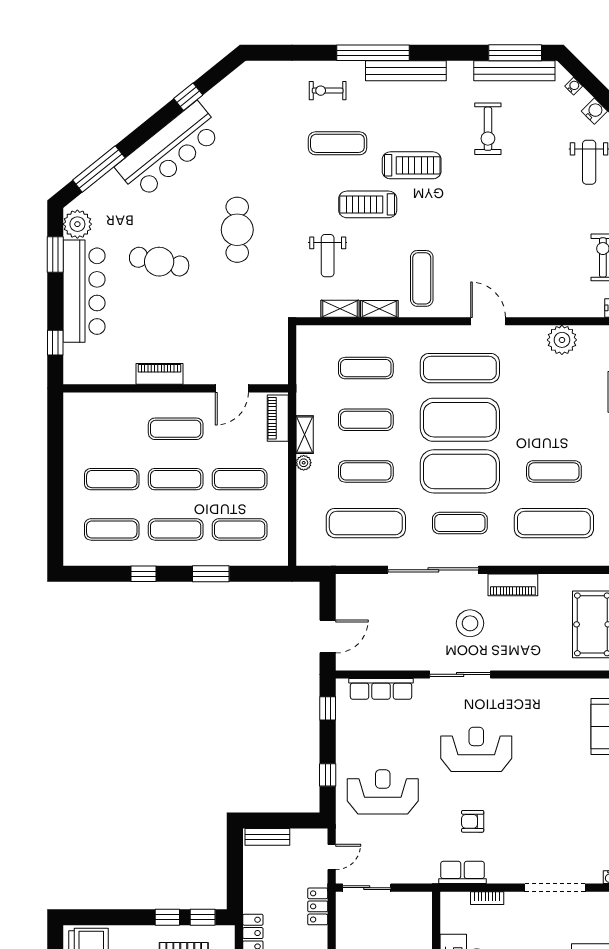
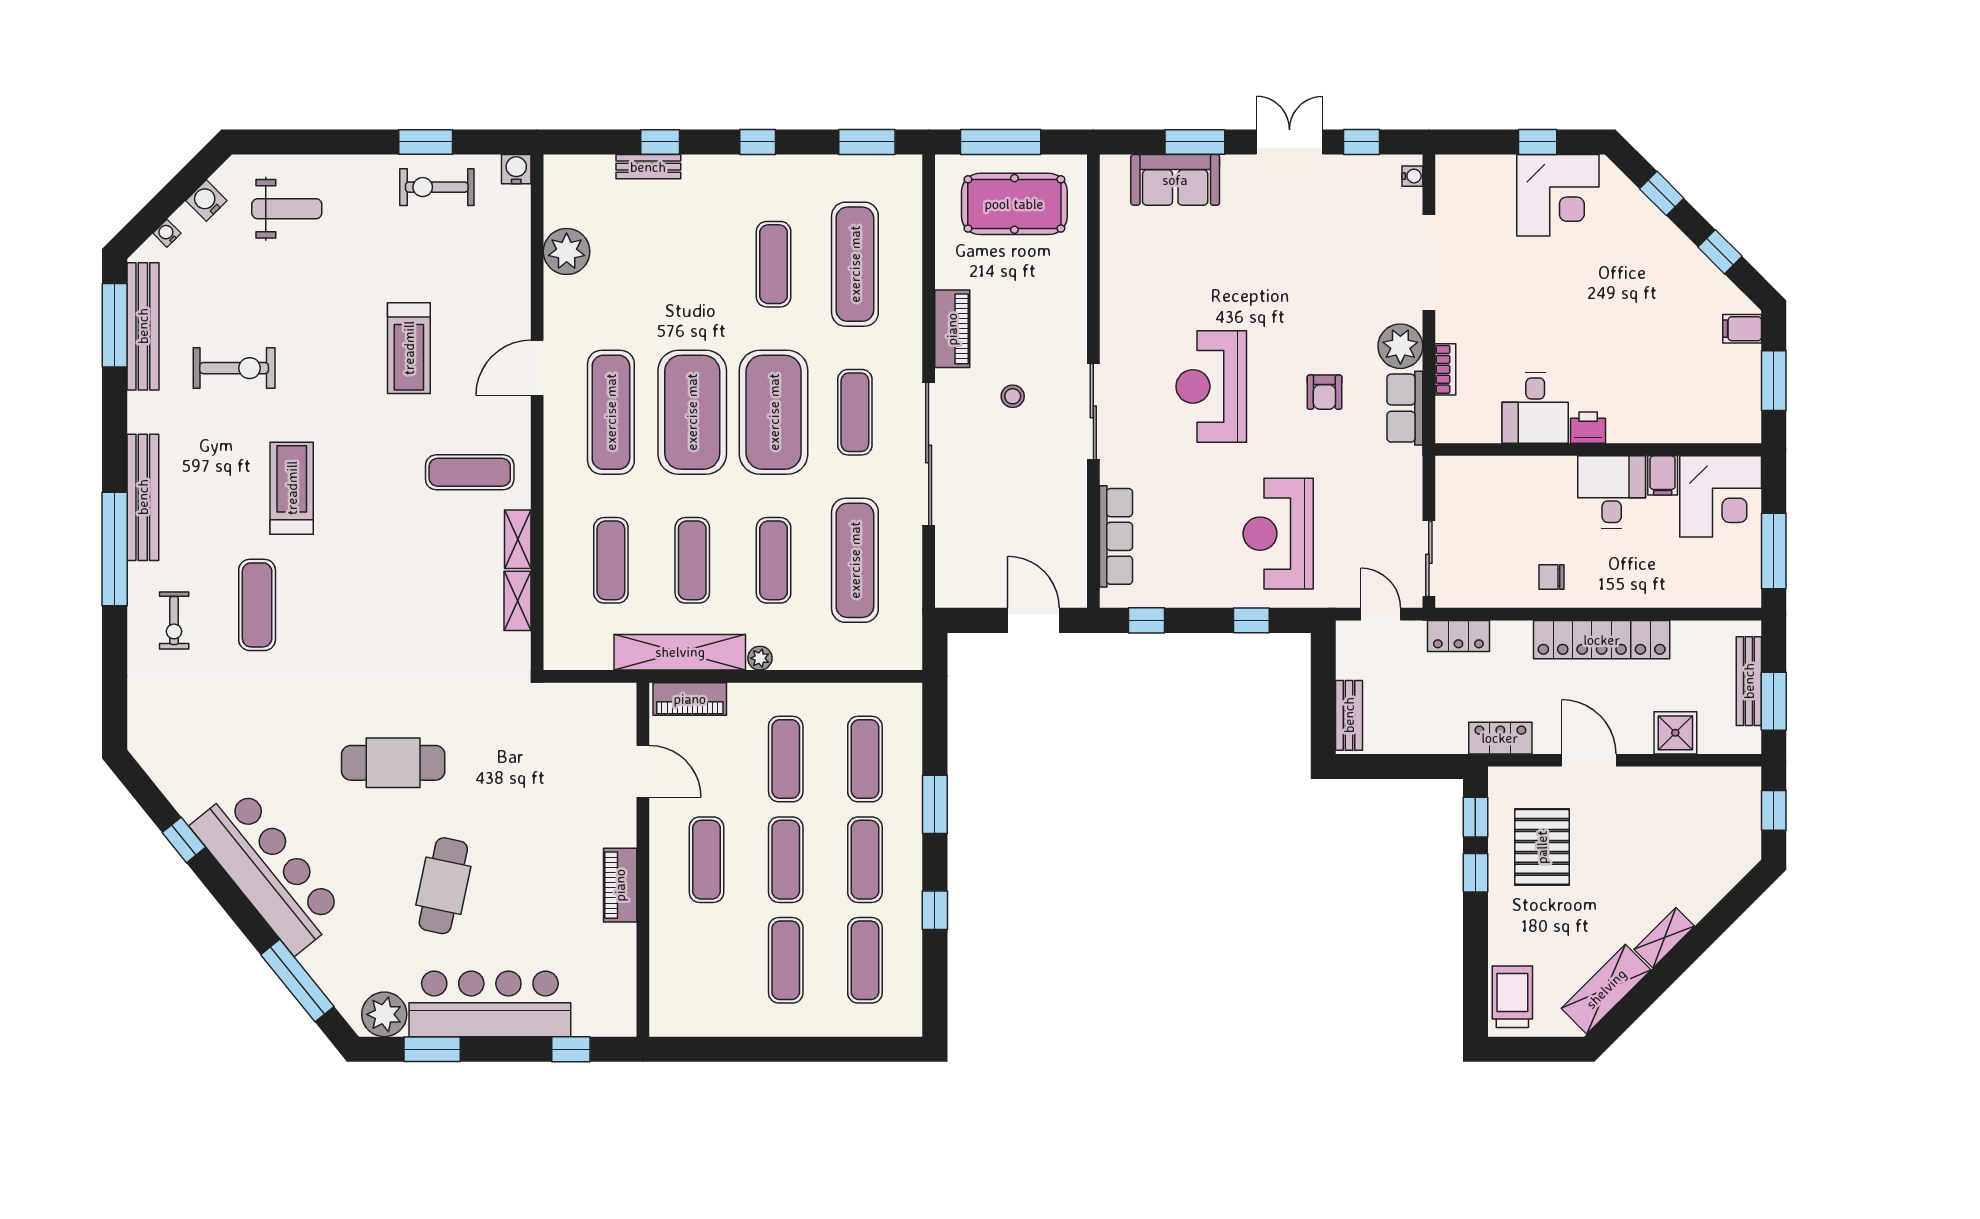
treadmill: (368, 204) -> (409, 348), moved
weight bench: (328, 256) -> (434, 620), removed
shelving: (305, 435) -> (680, 652), width x2.20, depth x1.33
stool: (470, 623) -> (1013, 396), width x0.53, depth x0.53
plant: (502, 870) -> (1400, 346), added

